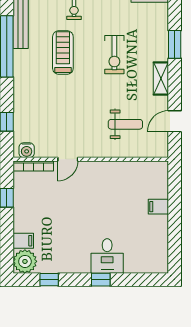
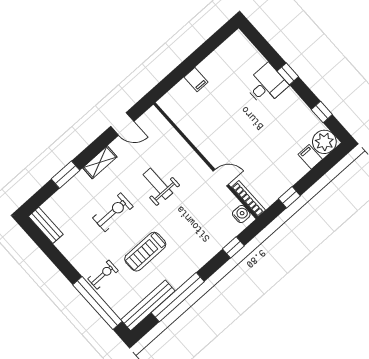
weight bench: (125, 124) -> (158, 184), moved

